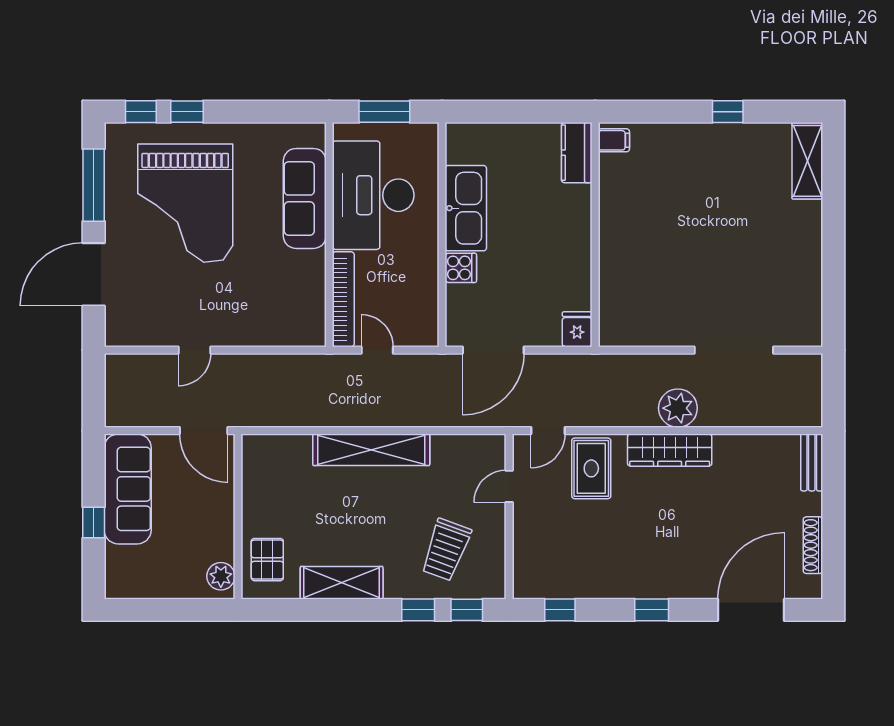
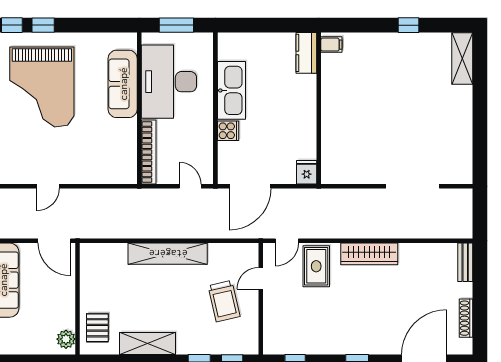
door: (377, 350) -> (190, 186), moved
plant: (678, 408) -> (375, 226), removed
trolley: (446, 550) -> (224, 301), moved, turned -33

